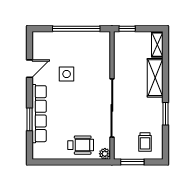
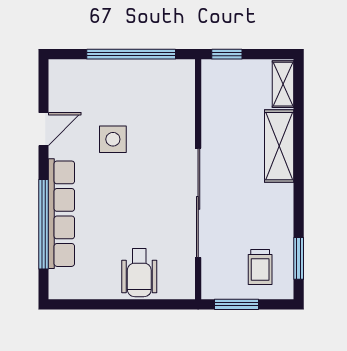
window: (165, 114) -> (299, 258), moved
window: (30, 119) -> (43, 224), width x2.11
wheelchair: (81, 145) -> (139, 273), turned 90
plant: (105, 154) -> (185, 289), removed

